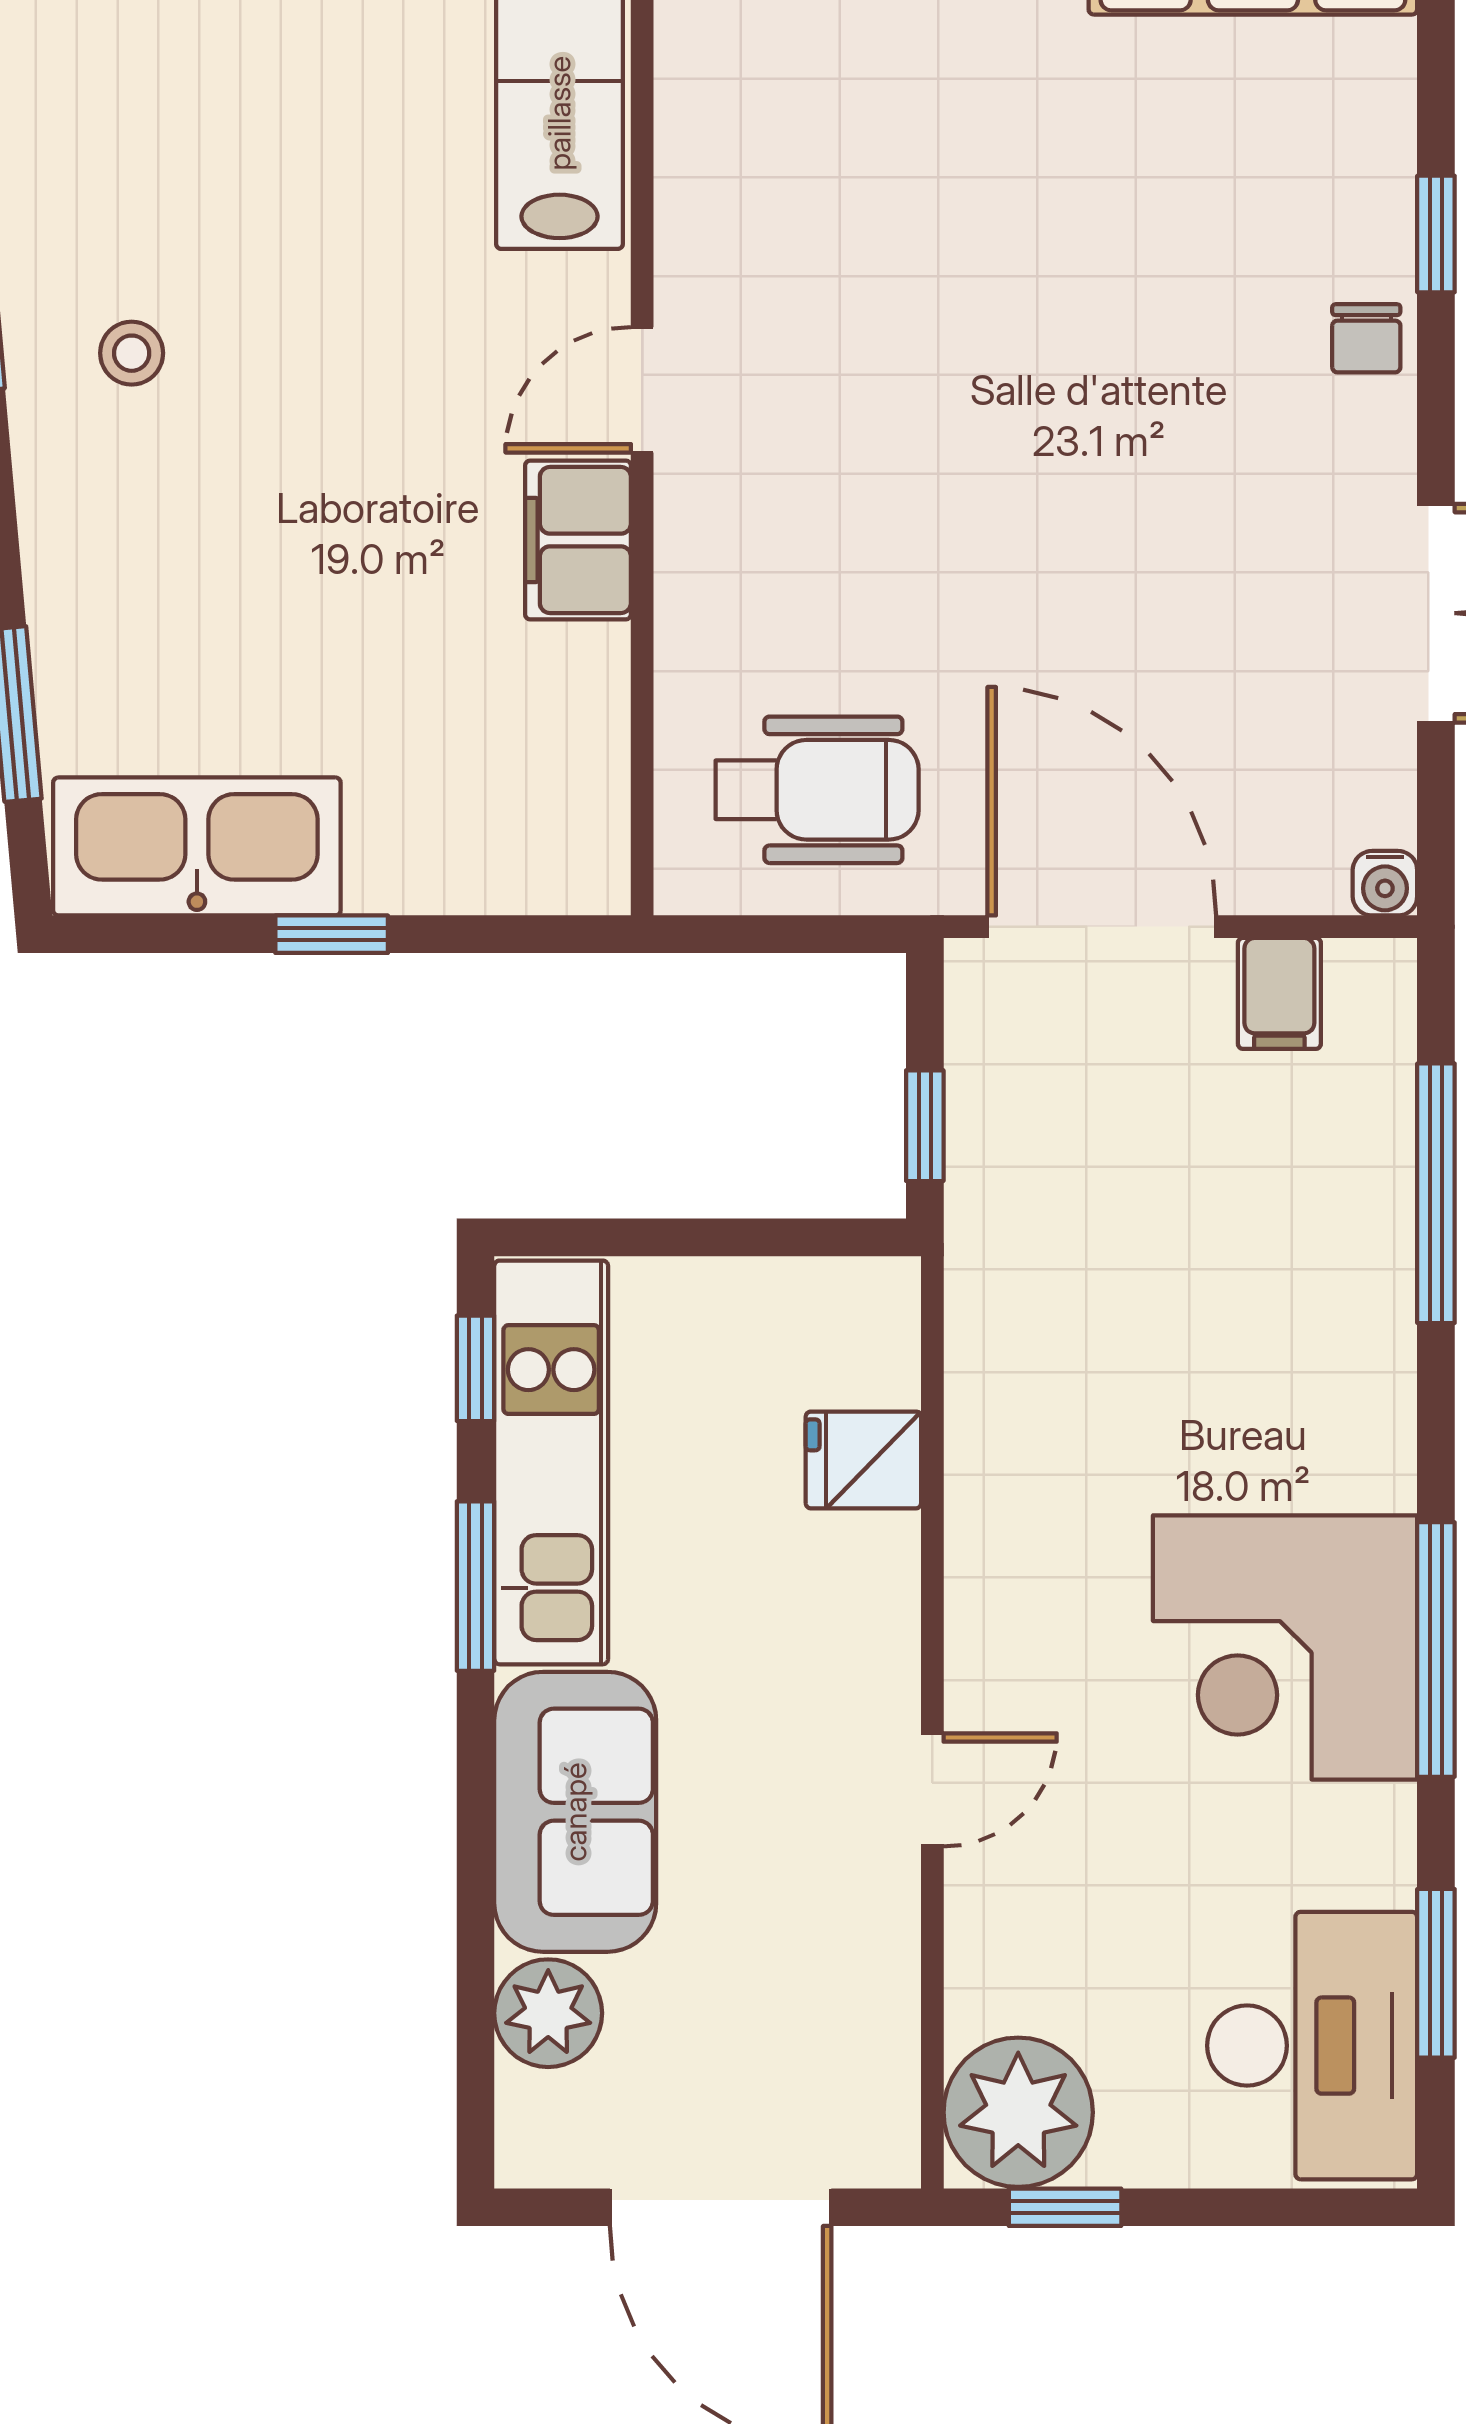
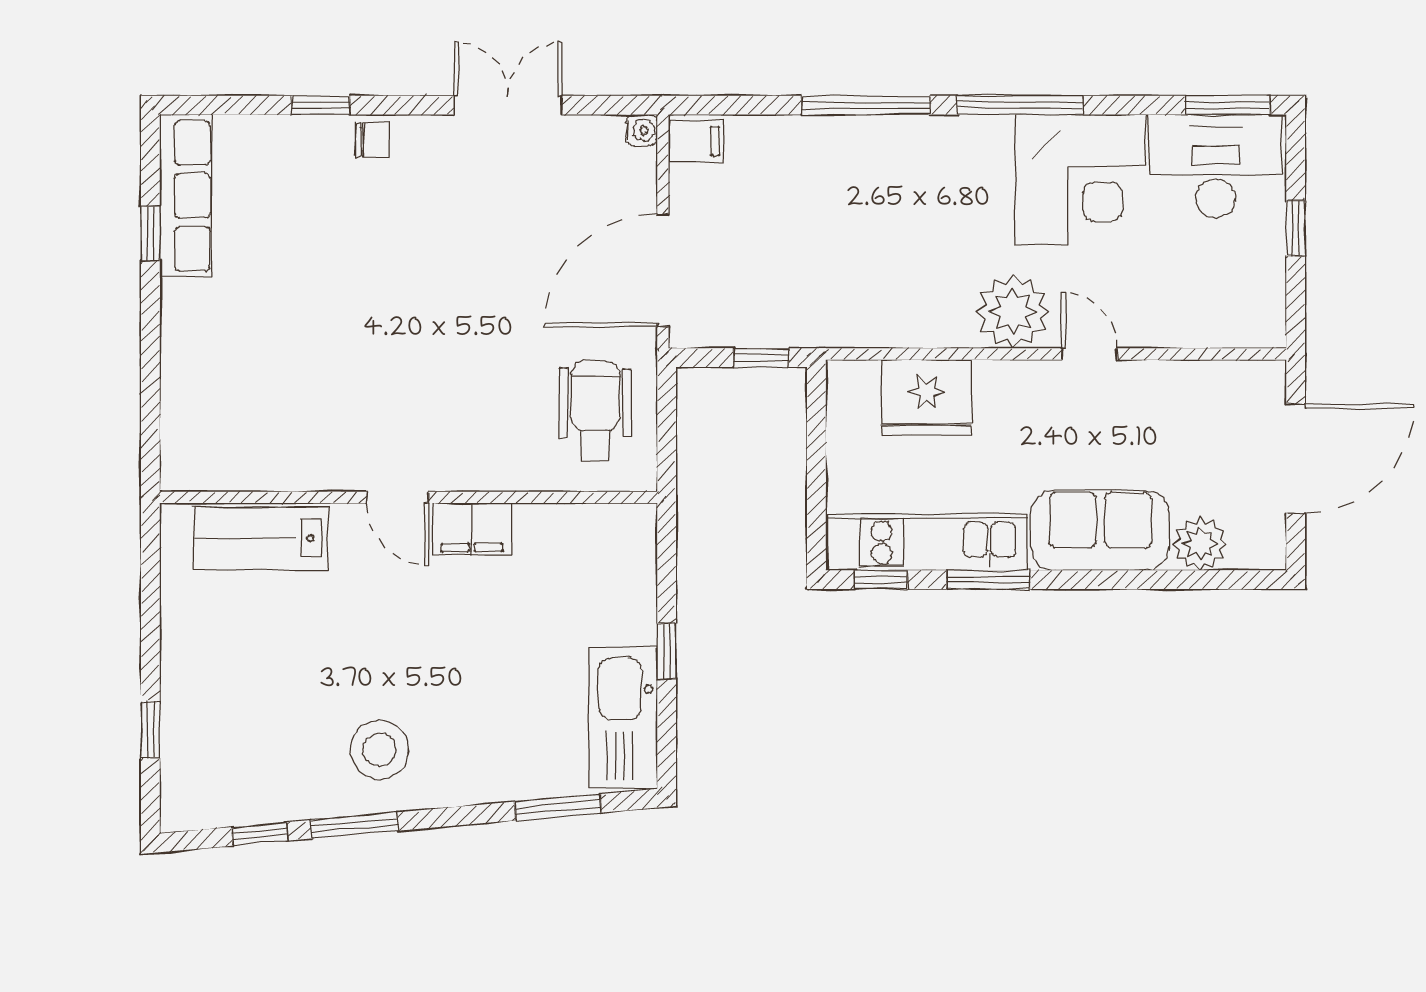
stool: (132, 353) -> (380, 750), width x1.89, depth x1.89
filing cabinet: (1279, 993) -> (696, 141), moved
window: (1436, 1193) -> (866, 105), moved
fridge: (863, 1460) -> (926, 398), width x1.88, depth x1.34
corner desk: (1285, 1647) -> (1081, 180), moved
window: (1436, 1973) -> (1227, 105), moved
plant: (1018, 2112) -> (1013, 312), moved
window: (1065, 2207) -> (1296, 228), moved

